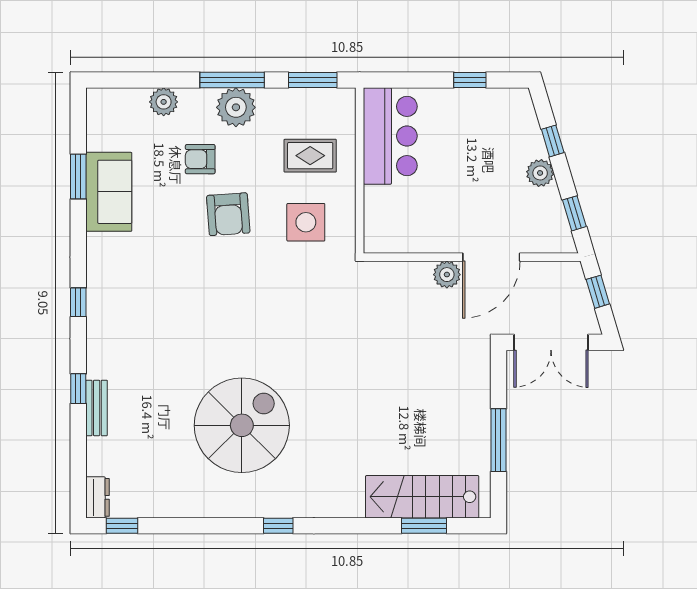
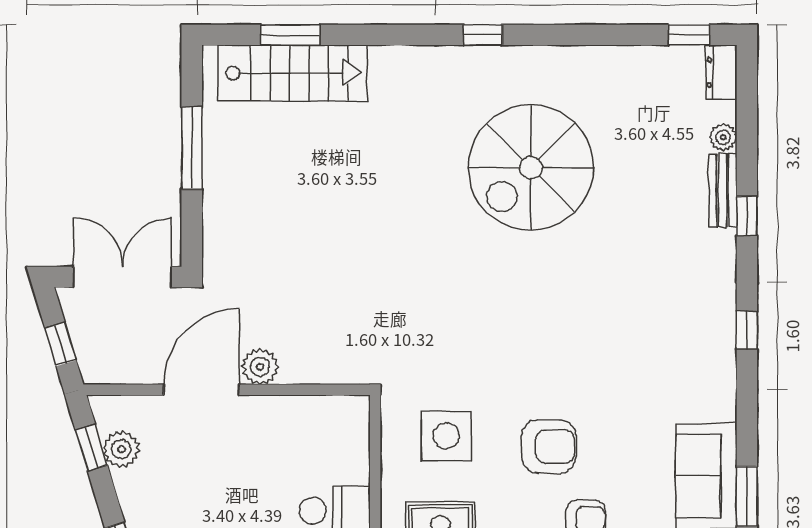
plant: (540, 173) -> (121, 449), moved
armchair: (228, 214) -> (549, 446), turned 94
plant: (96, 448) -> (723, 137), added

